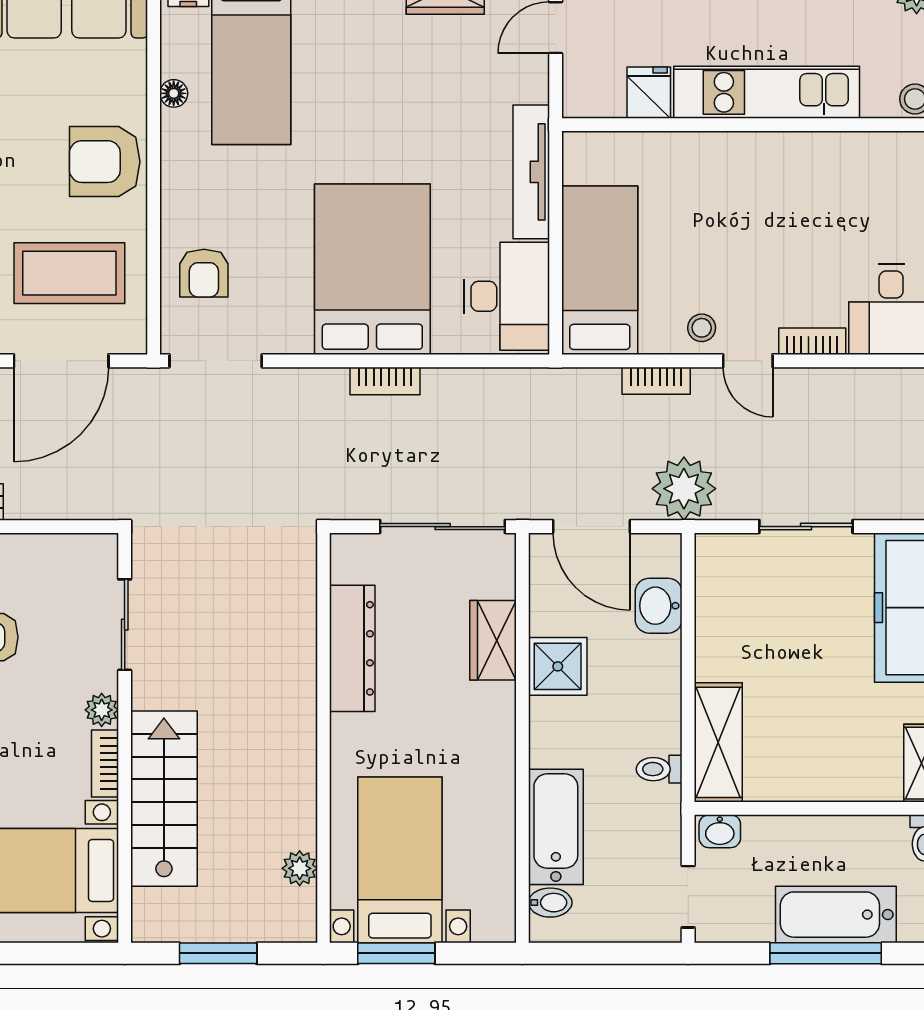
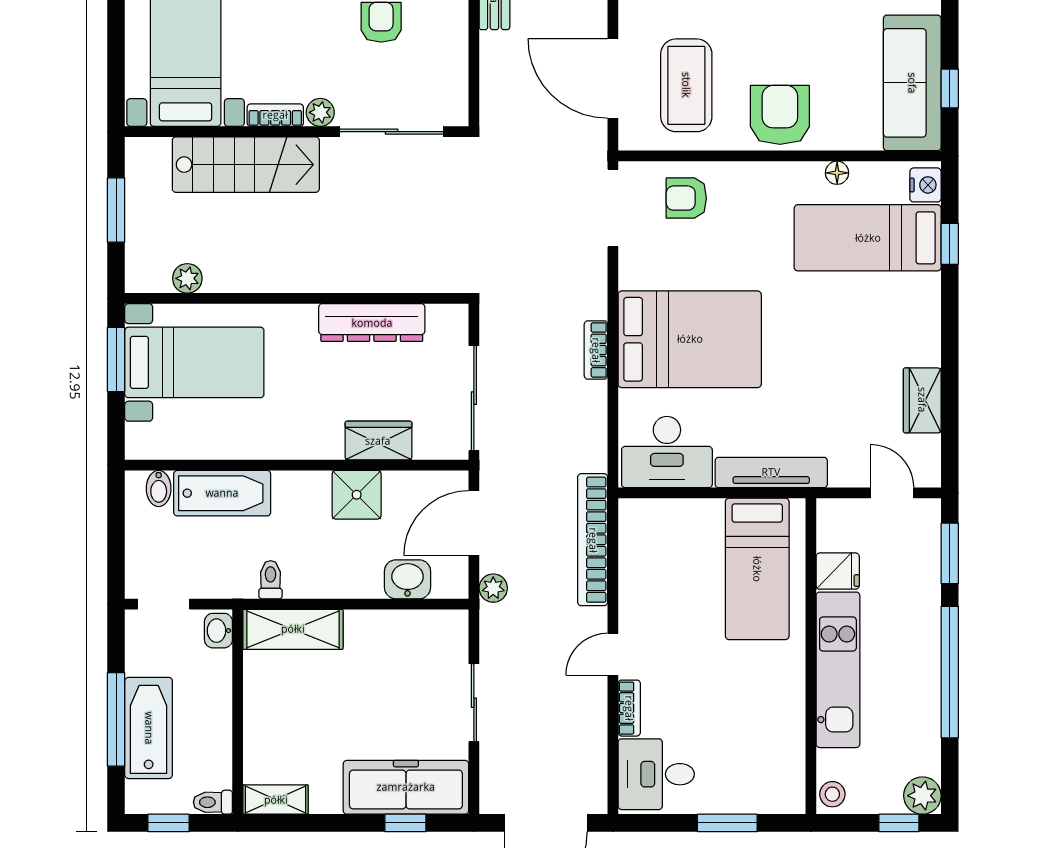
bed: (600, 270) -> (757, 569), moved, turned 90
stool: (702, 328) -> (641, 615), removed
bookcase: (656, 381) -> (593, 540), width x2.31, depth x1.31
plant: (684, 489) -> (493, 588), width x0.53, depth x0.53
sliding door: (125, 625) -> (392, 132), width x1.37

